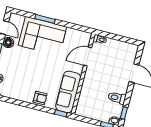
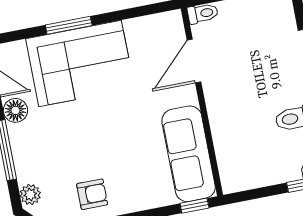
armchair: (40, 98) -> (92, 194), moved

